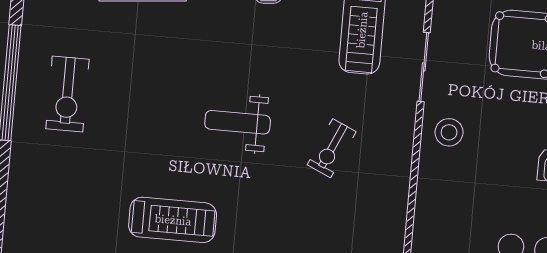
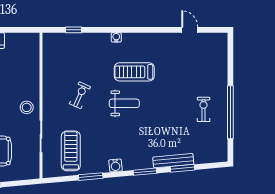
exercise bike: (67, 94) -> (204, 109), width x0.73, depth x0.72
treadmill: (173, 220) -> (134, 72), moved

